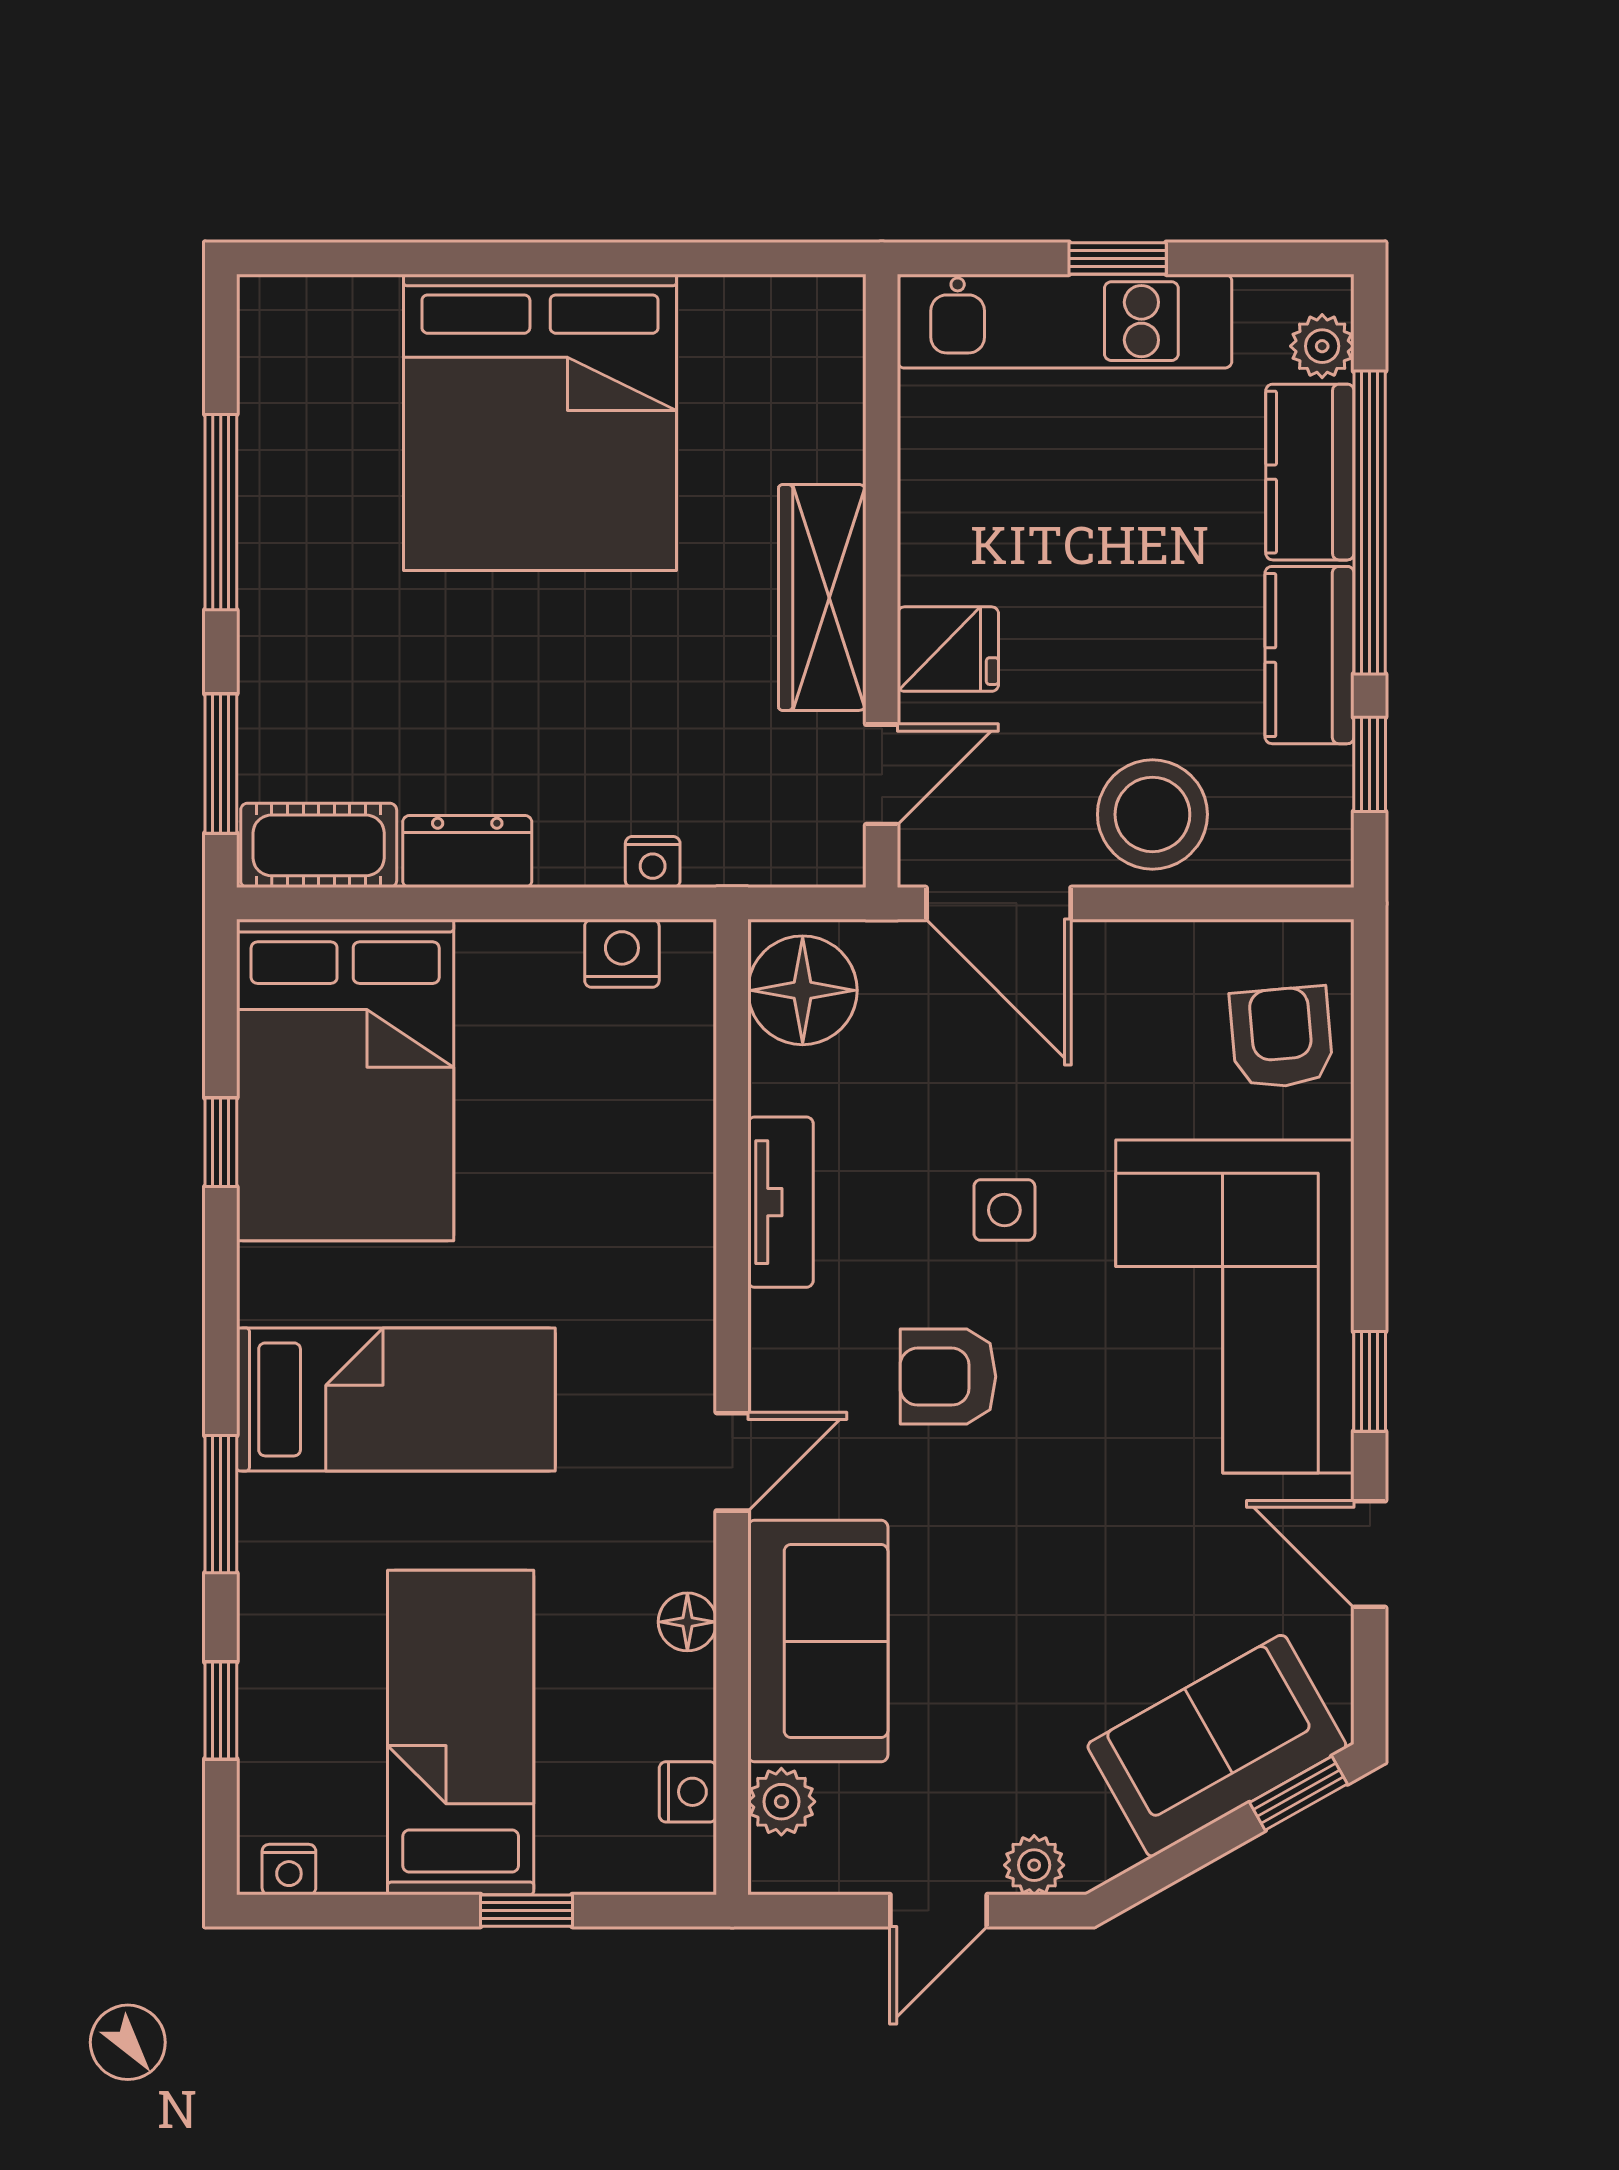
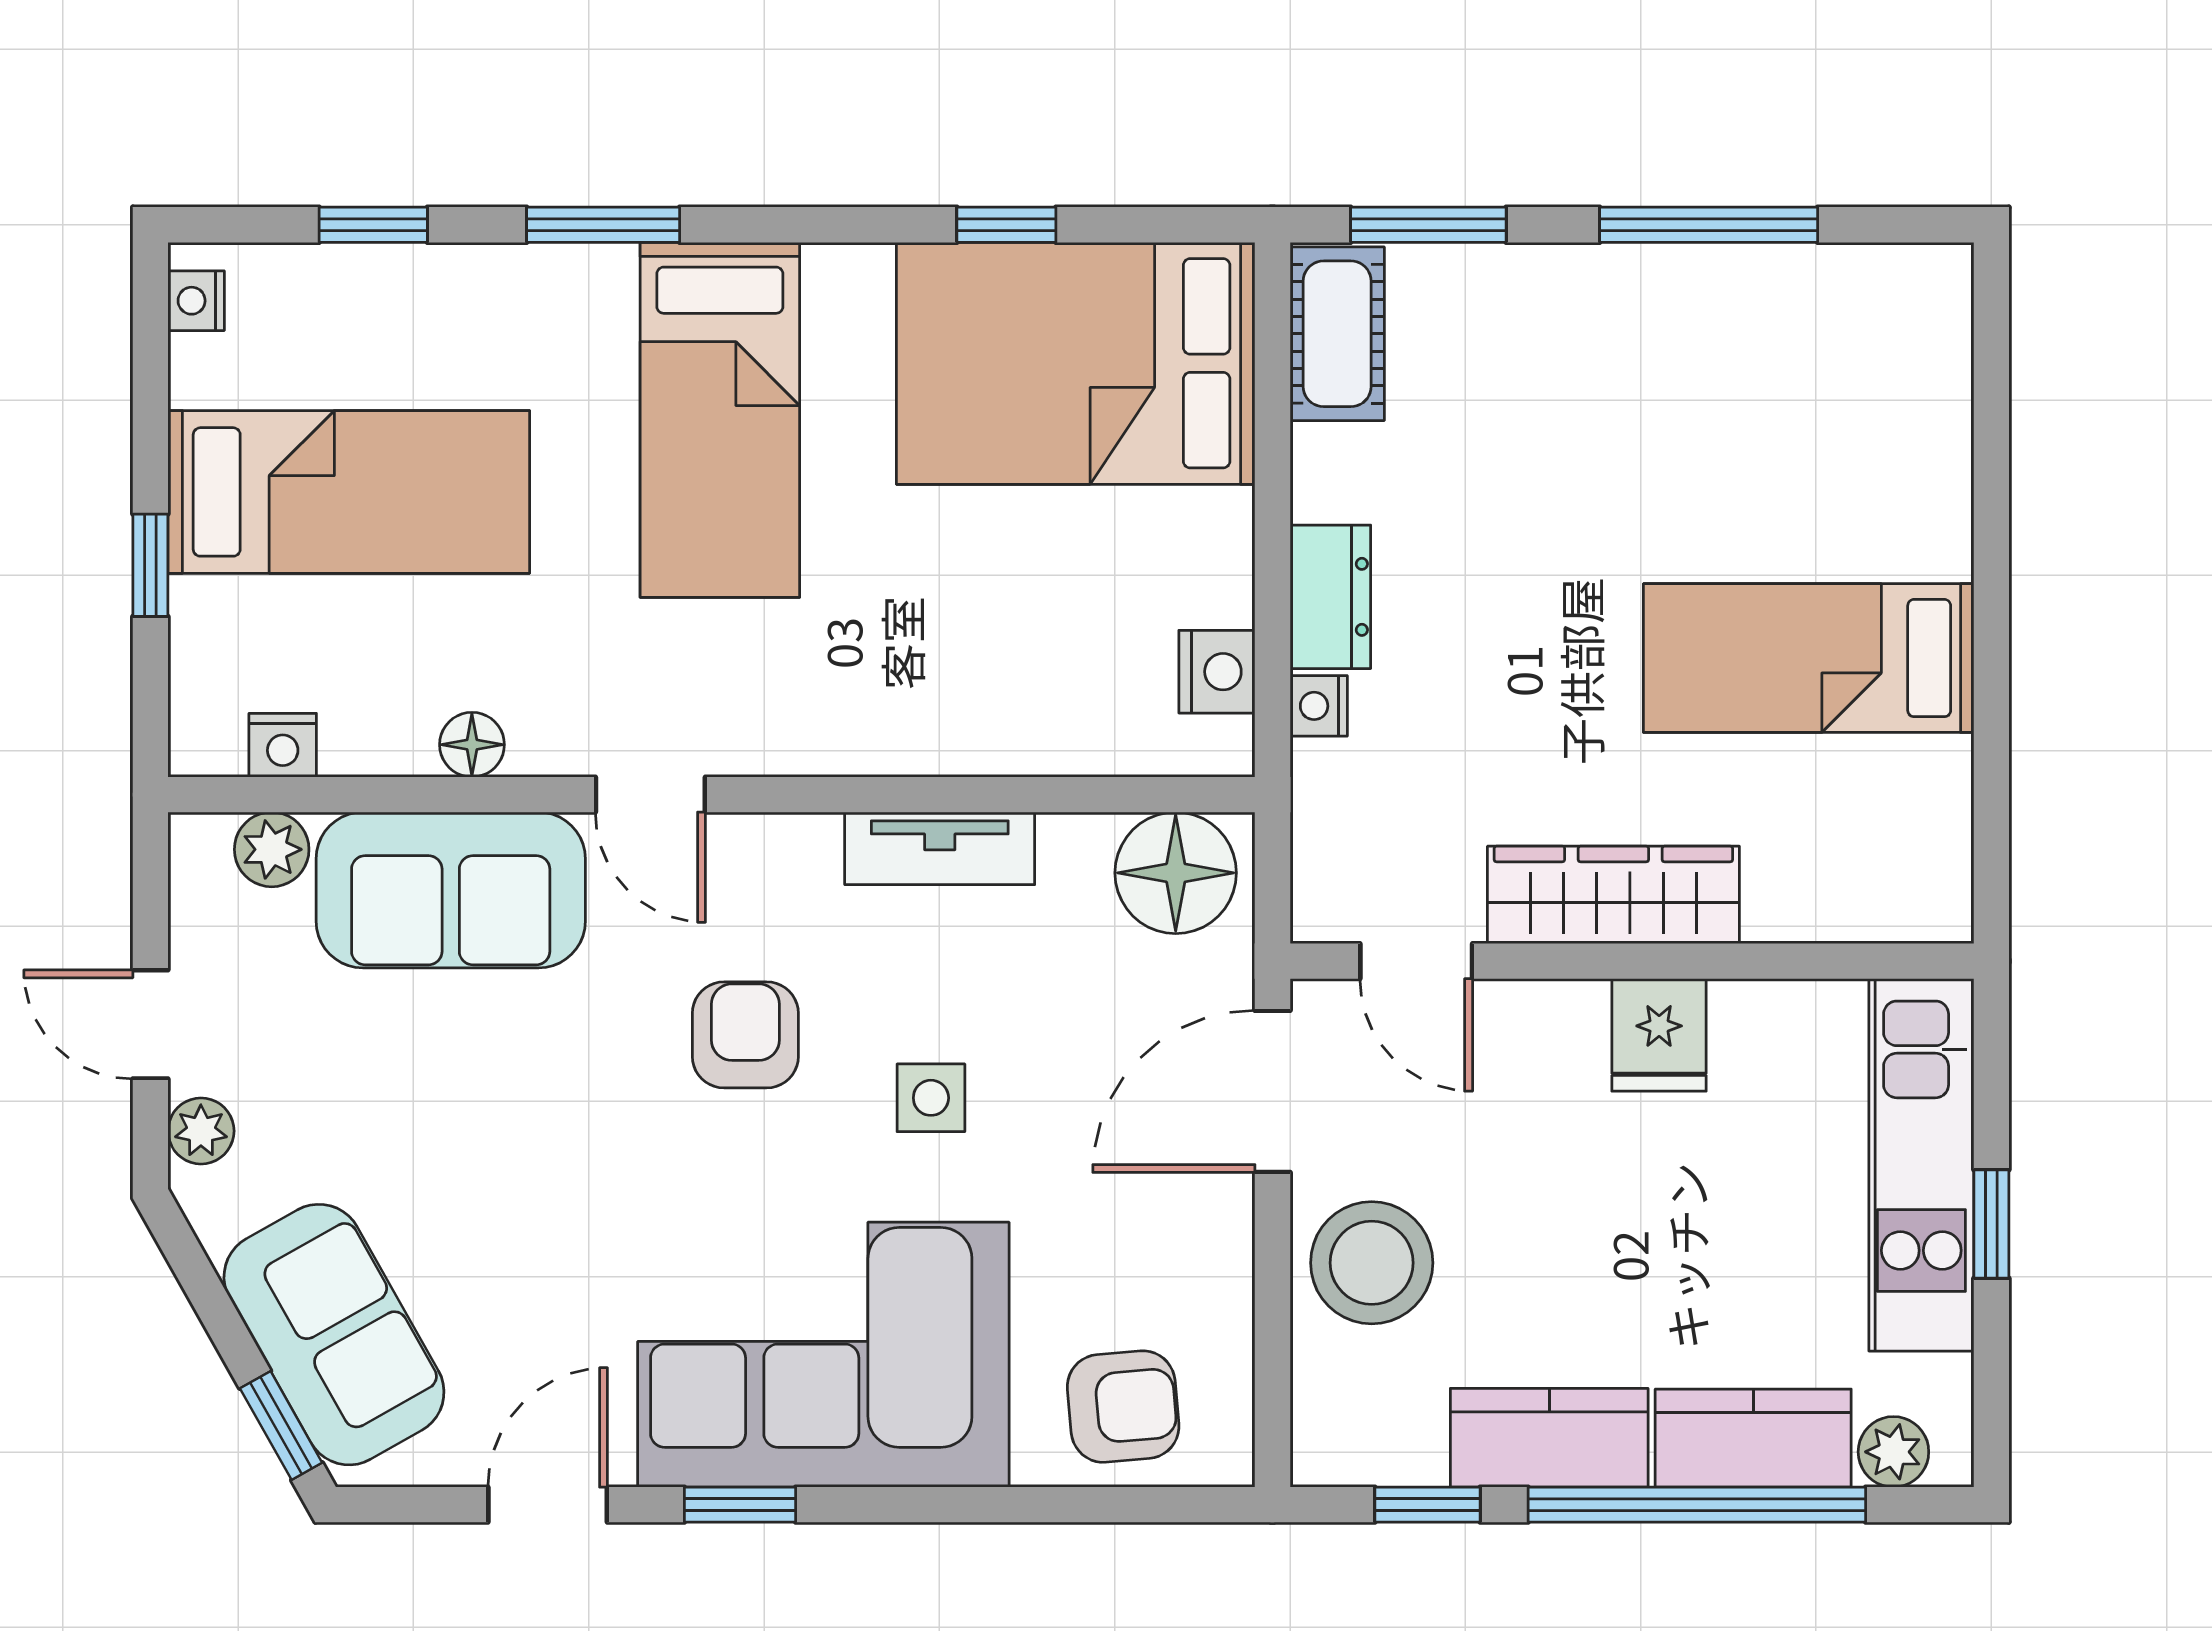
bed: (540, 422) -> (1809, 658), width x0.49
fridge: (948, 649) -> (1659, 1035), moved
dresser: (467, 852) -> (1330, 597), moved

